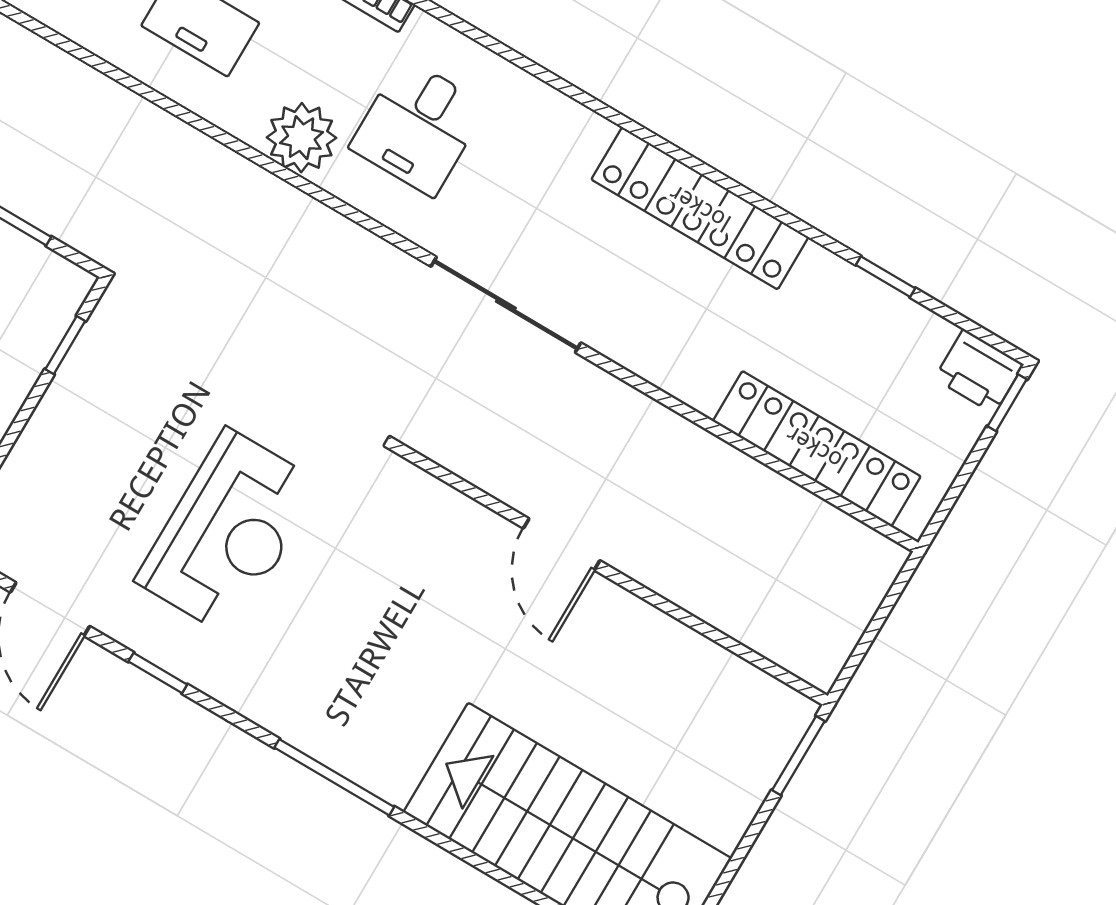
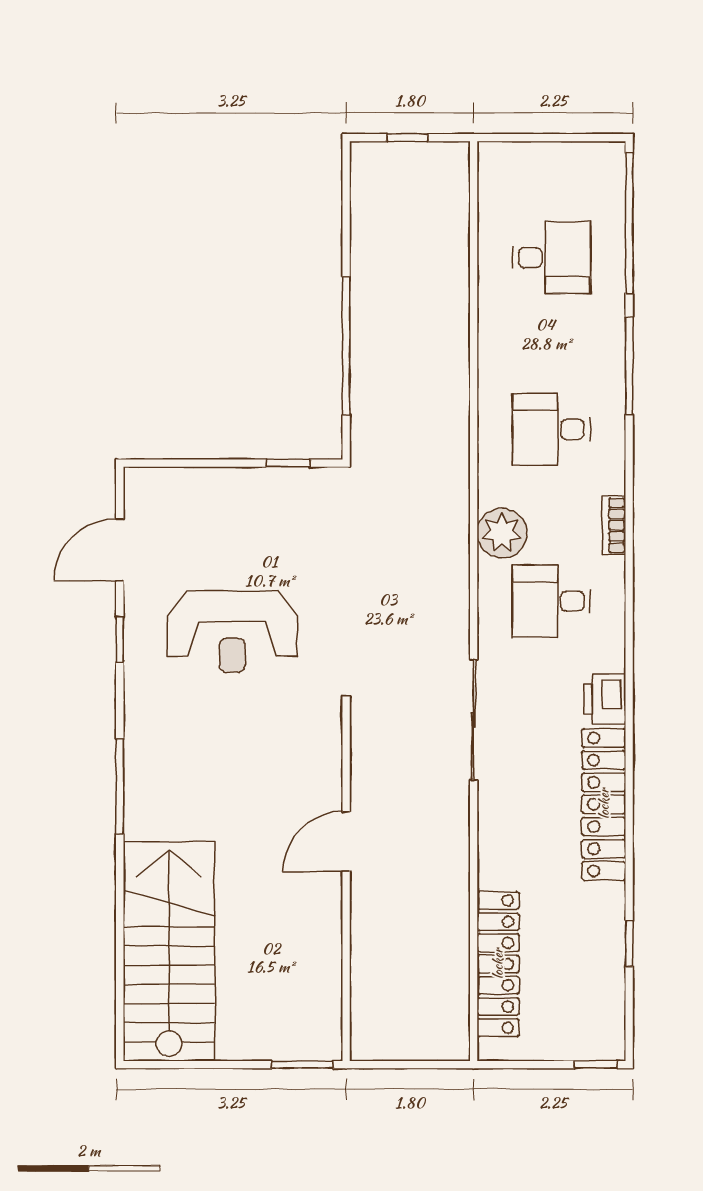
printer: (979, 371) -> (605, 699), moved

